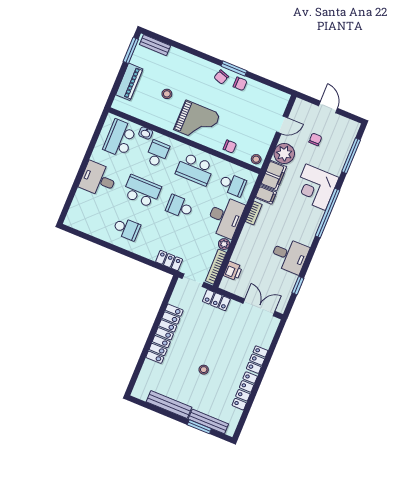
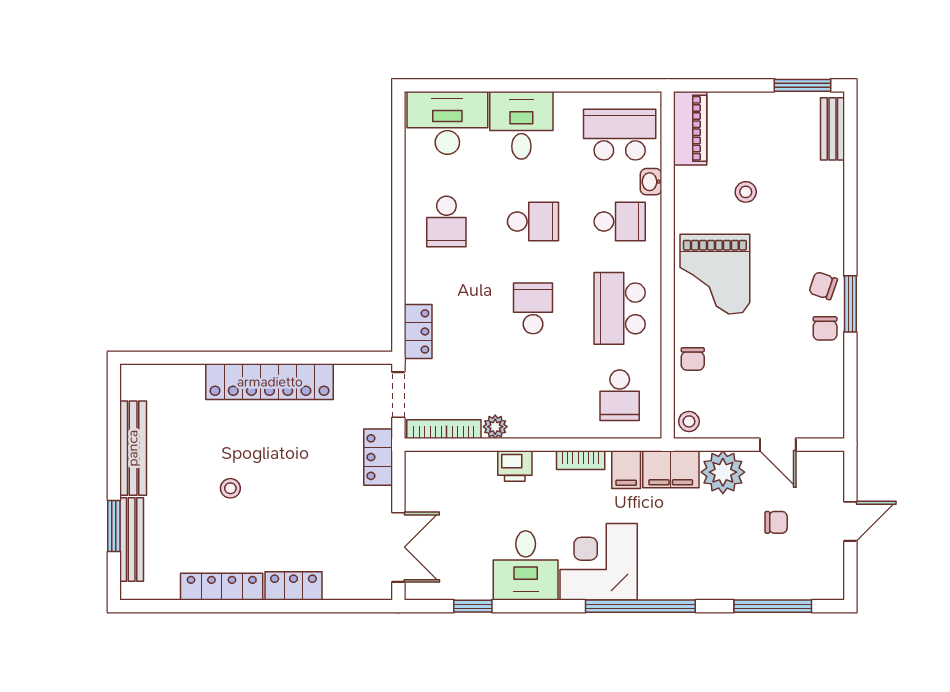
piano: (129, 82) -> (690, 128), moved, turned -90
corner desk: (316, 187) -> (599, 562), moved
school desk: (142, 191) -> (533, 222), width x0.54
desk: (225, 217) -> (447, 123), moved, turned 180
printer: (233, 271) -> (515, 466), moved

